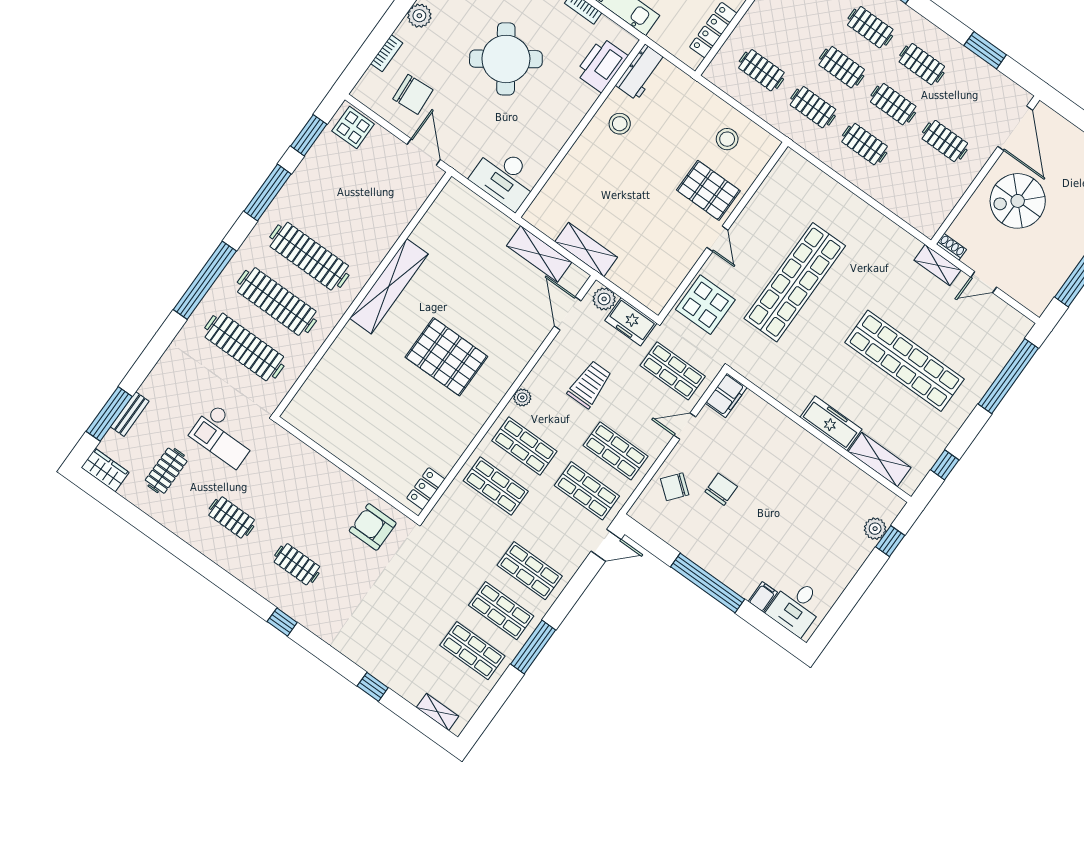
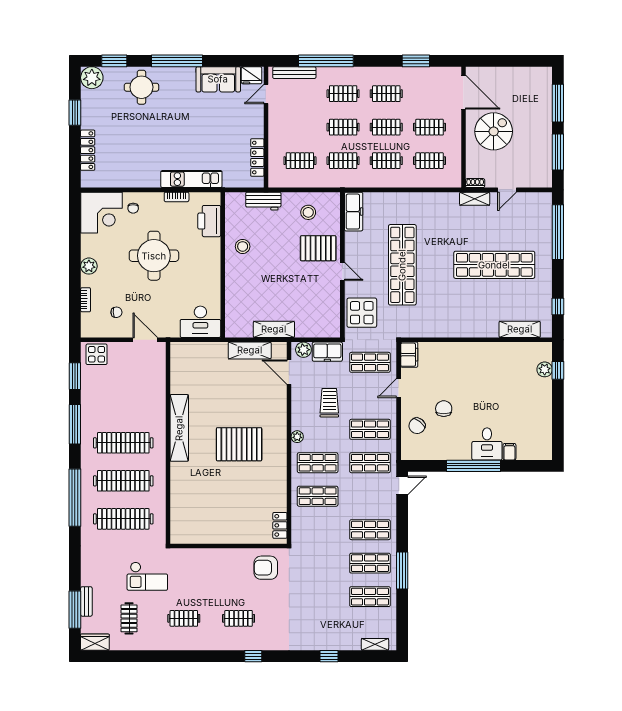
round table: (506, 59) -> (154, 256), turned 35
workbench: (641, 72) -> (263, 201), moved, turned 90
chair: (413, 94) -> (116, 312), width x0.54, depth x0.54
clothes rail: (916, 181) -> (430, 161), added
spiral stairs: (1018, 201) -> (494, 131), turned 180
freezer: (831, 423) -> (354, 212), moved, turned 90
desk: (796, 607) -> (487, 444), moved

